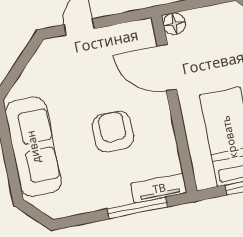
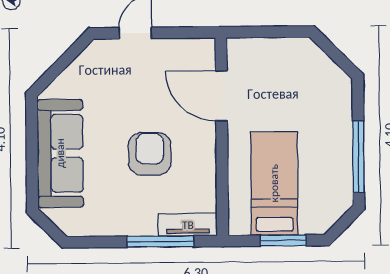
floor lamp: (174, 24) -> (239, 50), removed

